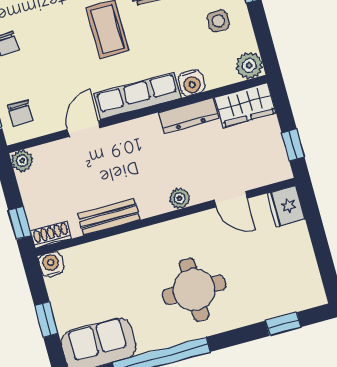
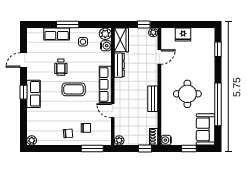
water cooler: (192, 83) -> (106, 46), moved
chair: (20, 113) -> (86, 128), moved
plant: (180, 198) -> (153, 32), moved
fridge: (286, 206) -> (183, 35), moved
bench: (109, 217) -> (153, 99), moved
round table: (194, 290) -> (187, 94), moved

